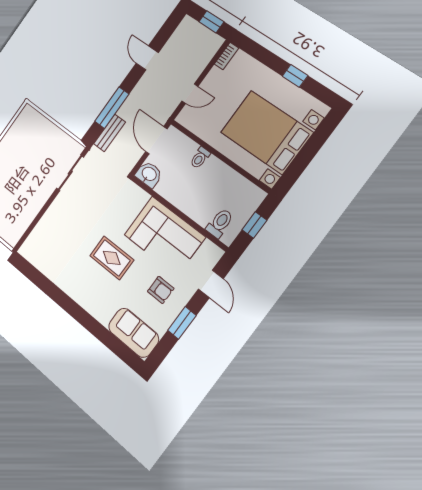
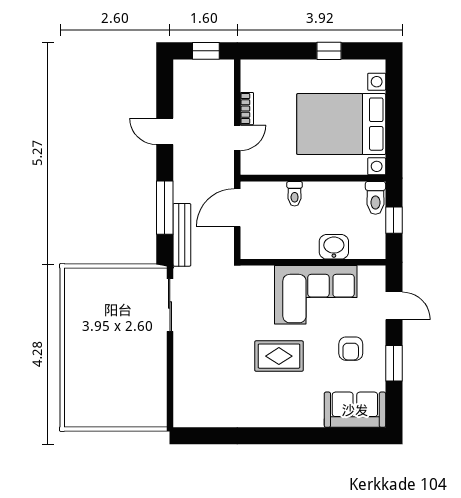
bookcase: (226, 56) -> (247, 109), moved
bench: (110, 133) -> (182, 235), width x1.36
door: (156, 140) -> (237, 208), hinge flipped
washbasin: (149, 174) -> (334, 247), moved
toilet: (220, 223) -> (375, 198), moved, turned 180
armchair: (161, 290) -> (351, 349), turned 90

